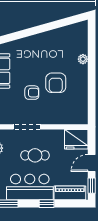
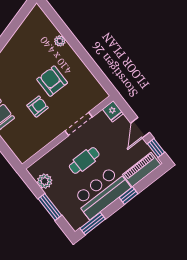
armchair: (56, 83) -> (52, 81), turned 180
doorway: (27, 127) -> (79, 124), moved
fridge: (76, 139) -> (113, 111), width x0.53, depth x0.75

